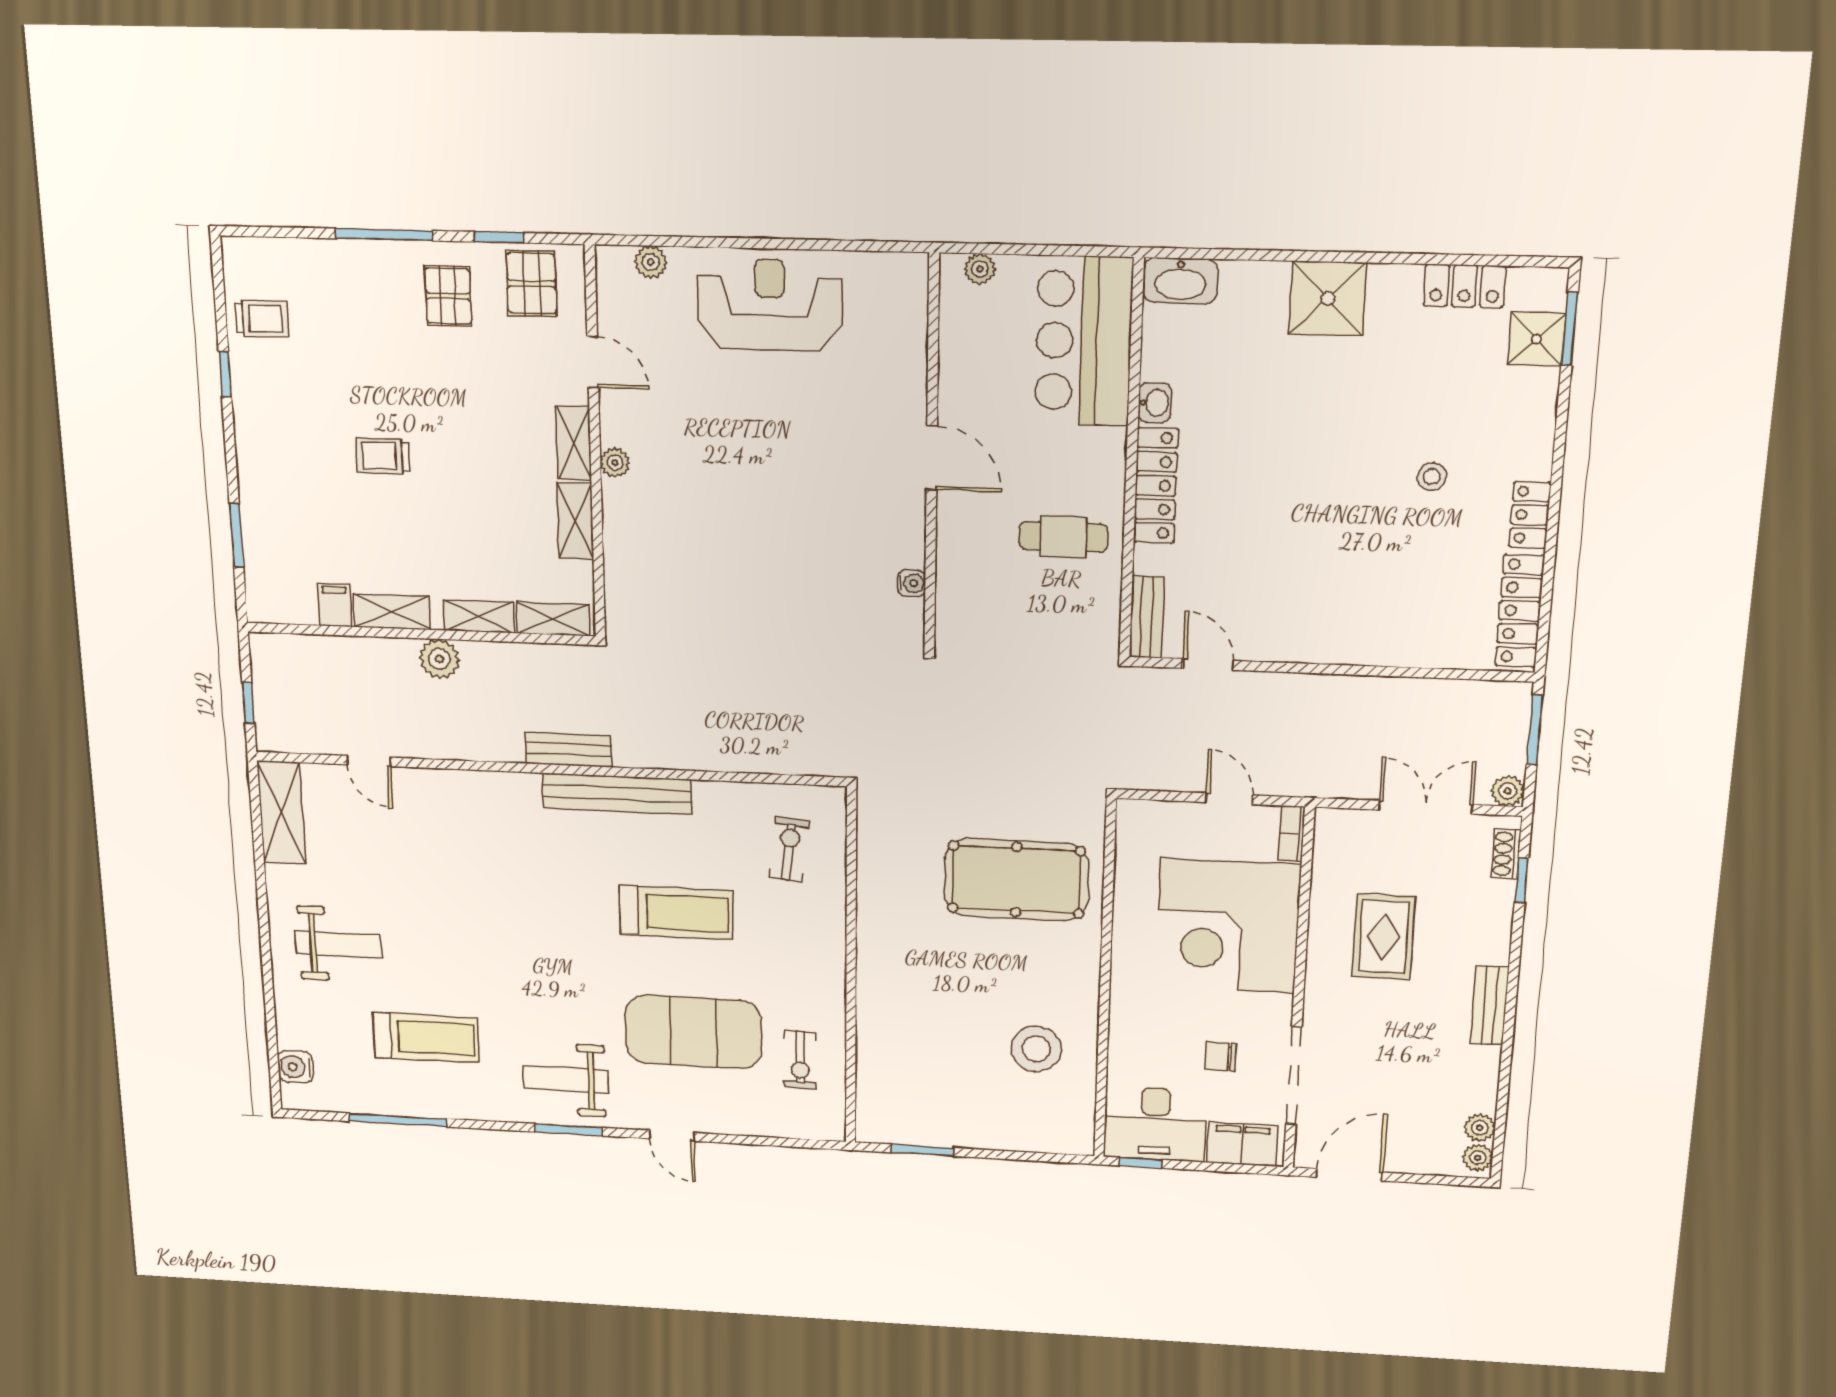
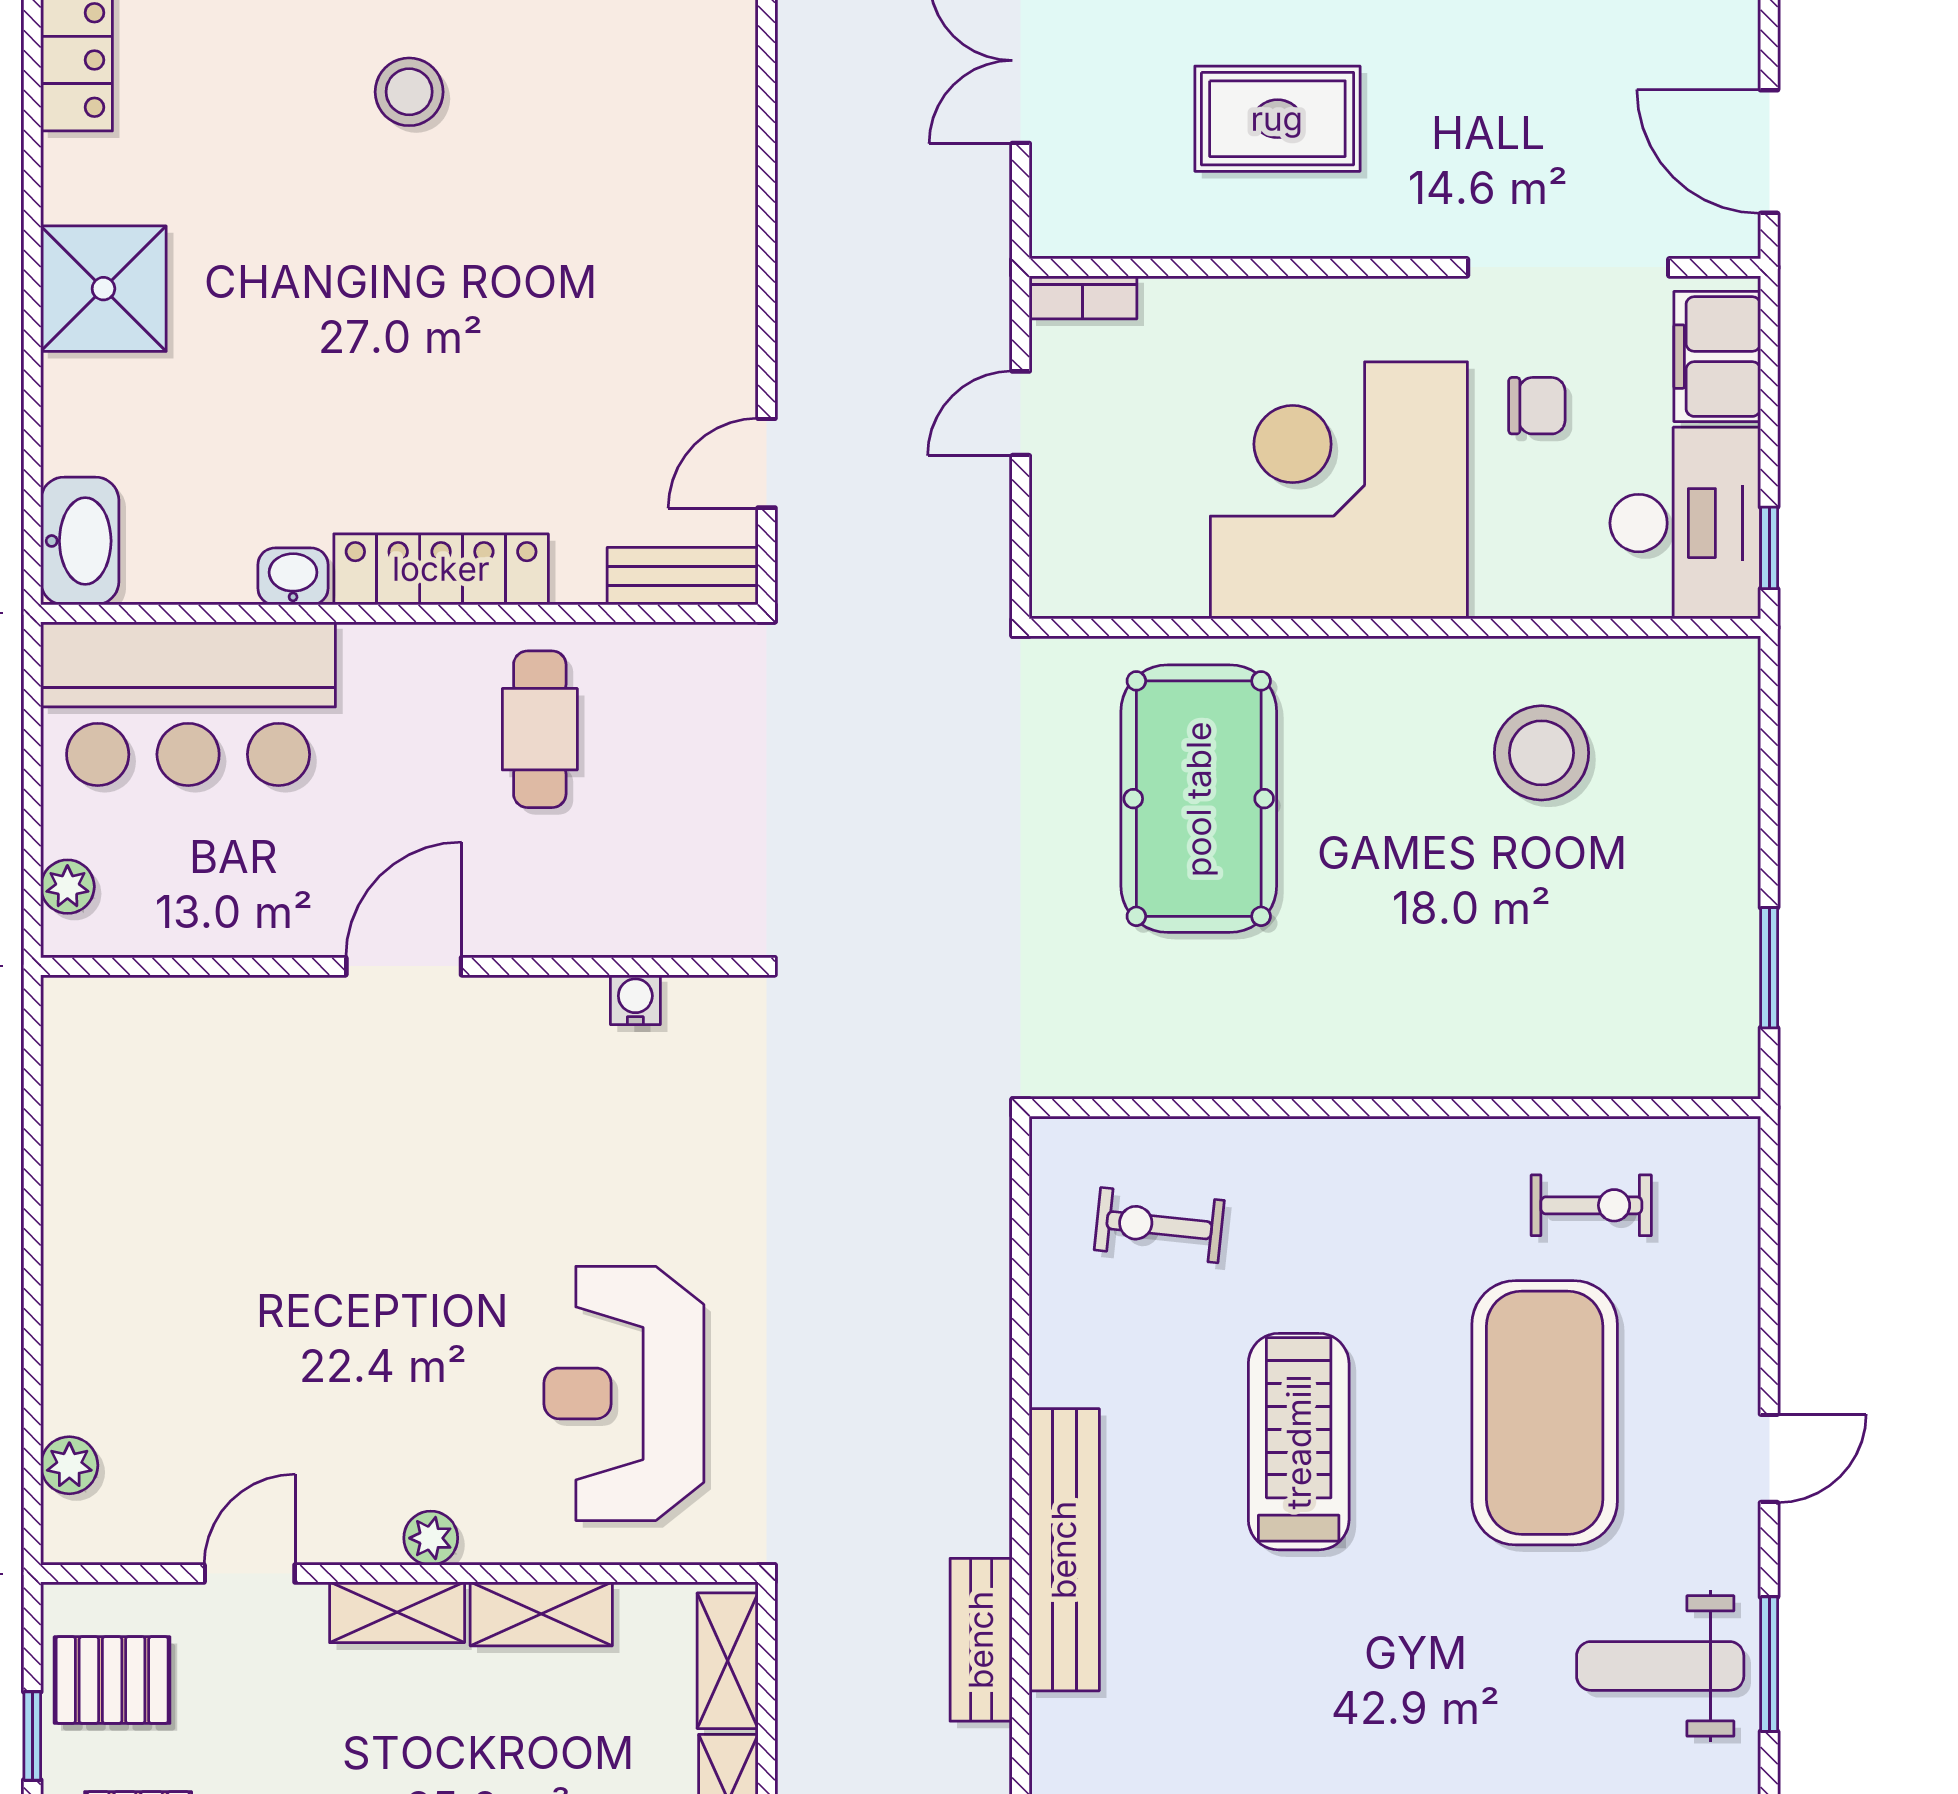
reception desk: (770, 305) -> (624, 1393), moved
stool: (1432, 477) -> (409, 92), width x1.37, depth x1.37
corner desk: (1228, 926) -> (1339, 490), moved, turned 180
chair: (1221, 1056) -> (1537, 406), turned -90
weight bench: (566, 1079) -> (1660, 1666), turned 90

